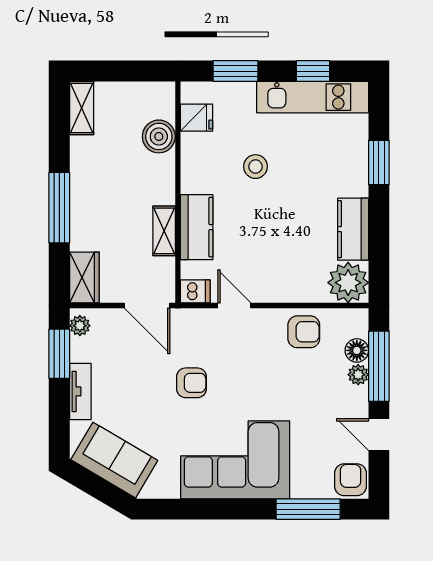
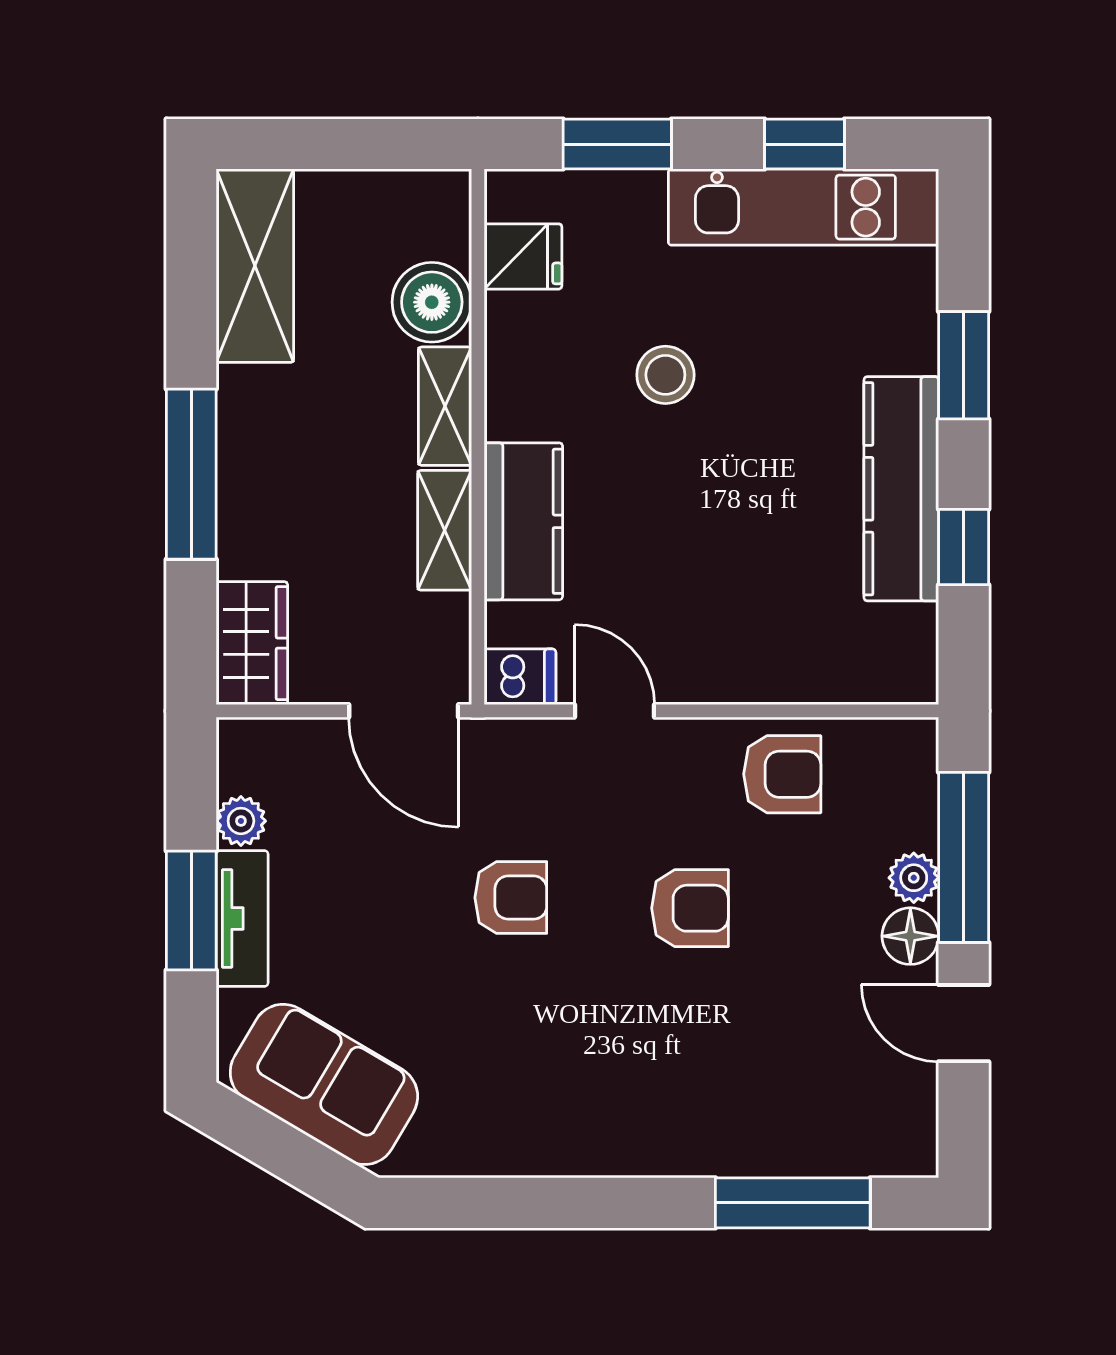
shelving: (82, 108) -> (255, 266), width x1.50, depth x1.33
shelving: (164, 179) -> (445, 406), added
kitchen counter: (353, 229) -> (901, 489), width x1.50
window: (379, 238) -> (964, 547), added
plant: (348, 283) -> (889, 655), removed
plant: (80, 326) -> (241, 821), moved
floor lamp: (357, 350) -> (910, 936), moved
window: (59, 354) -> (191, 910), moved
corner sofa: (235, 460) -> (616, 1084), removed
armchair: (351, 480) -> (690, 908), moved, turned 90

